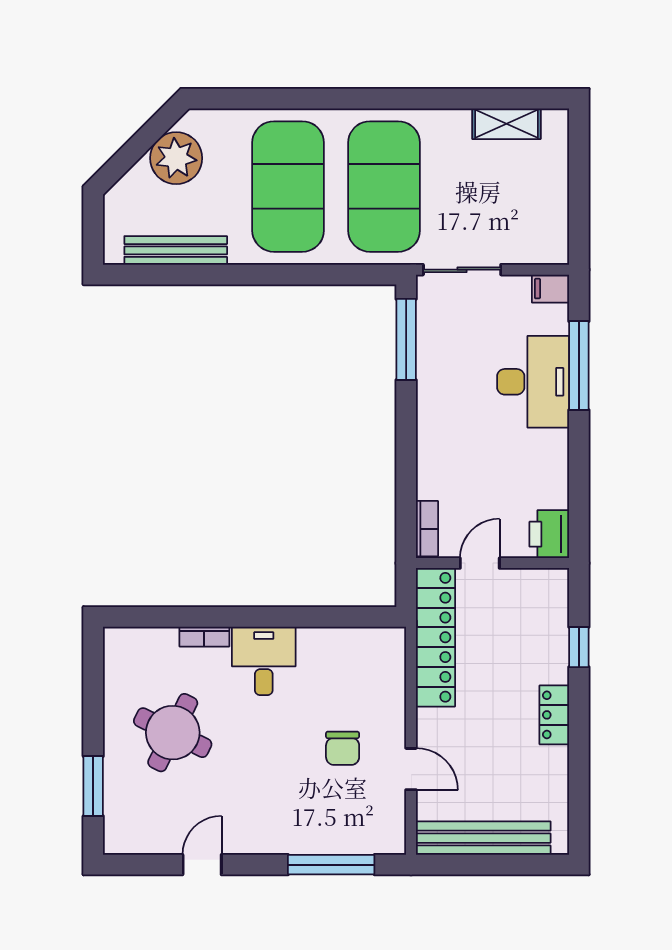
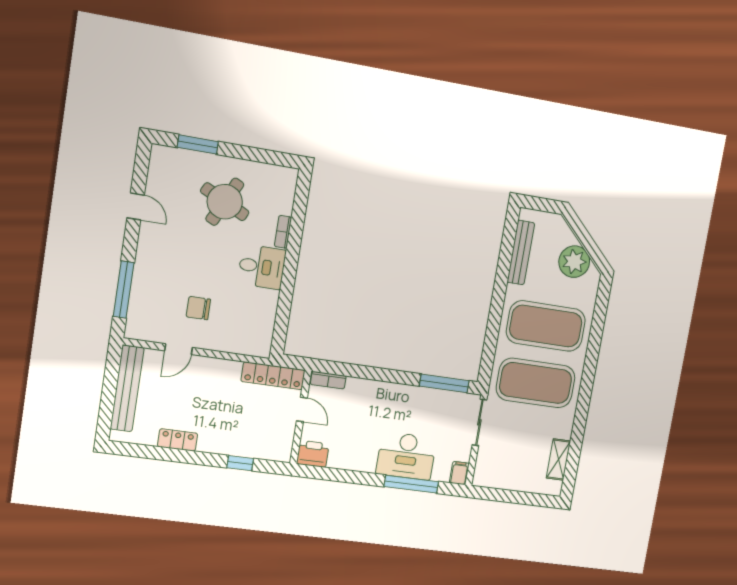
locker: (436, 637) -> (273, 376), width x0.71, depth x0.83
locker: (554, 715) -> (178, 440), moved

